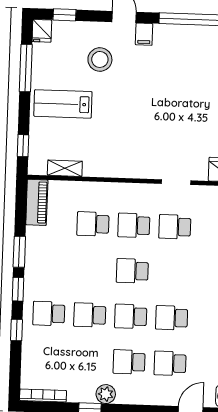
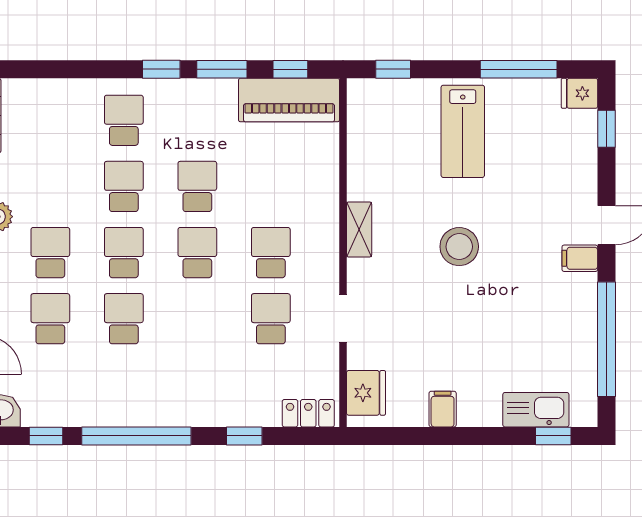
stool: (100, 59) -> (459, 247), moved
lab bench: (63, 104) -> (463, 131), turned 180
shelving: (65, 168) -> (359, 229), moved
piano: (37, 202) -> (289, 100), width x1.37, depth x1.33
school desk: (93, 224) -> (197, 186), moved
window: (17, 330) -> (290, 69), moved

